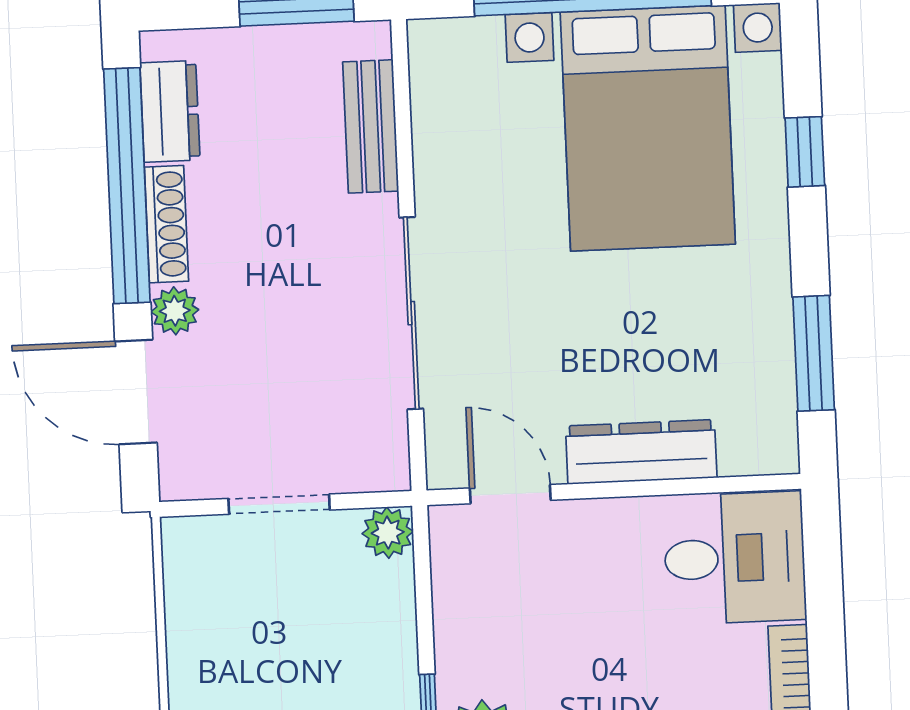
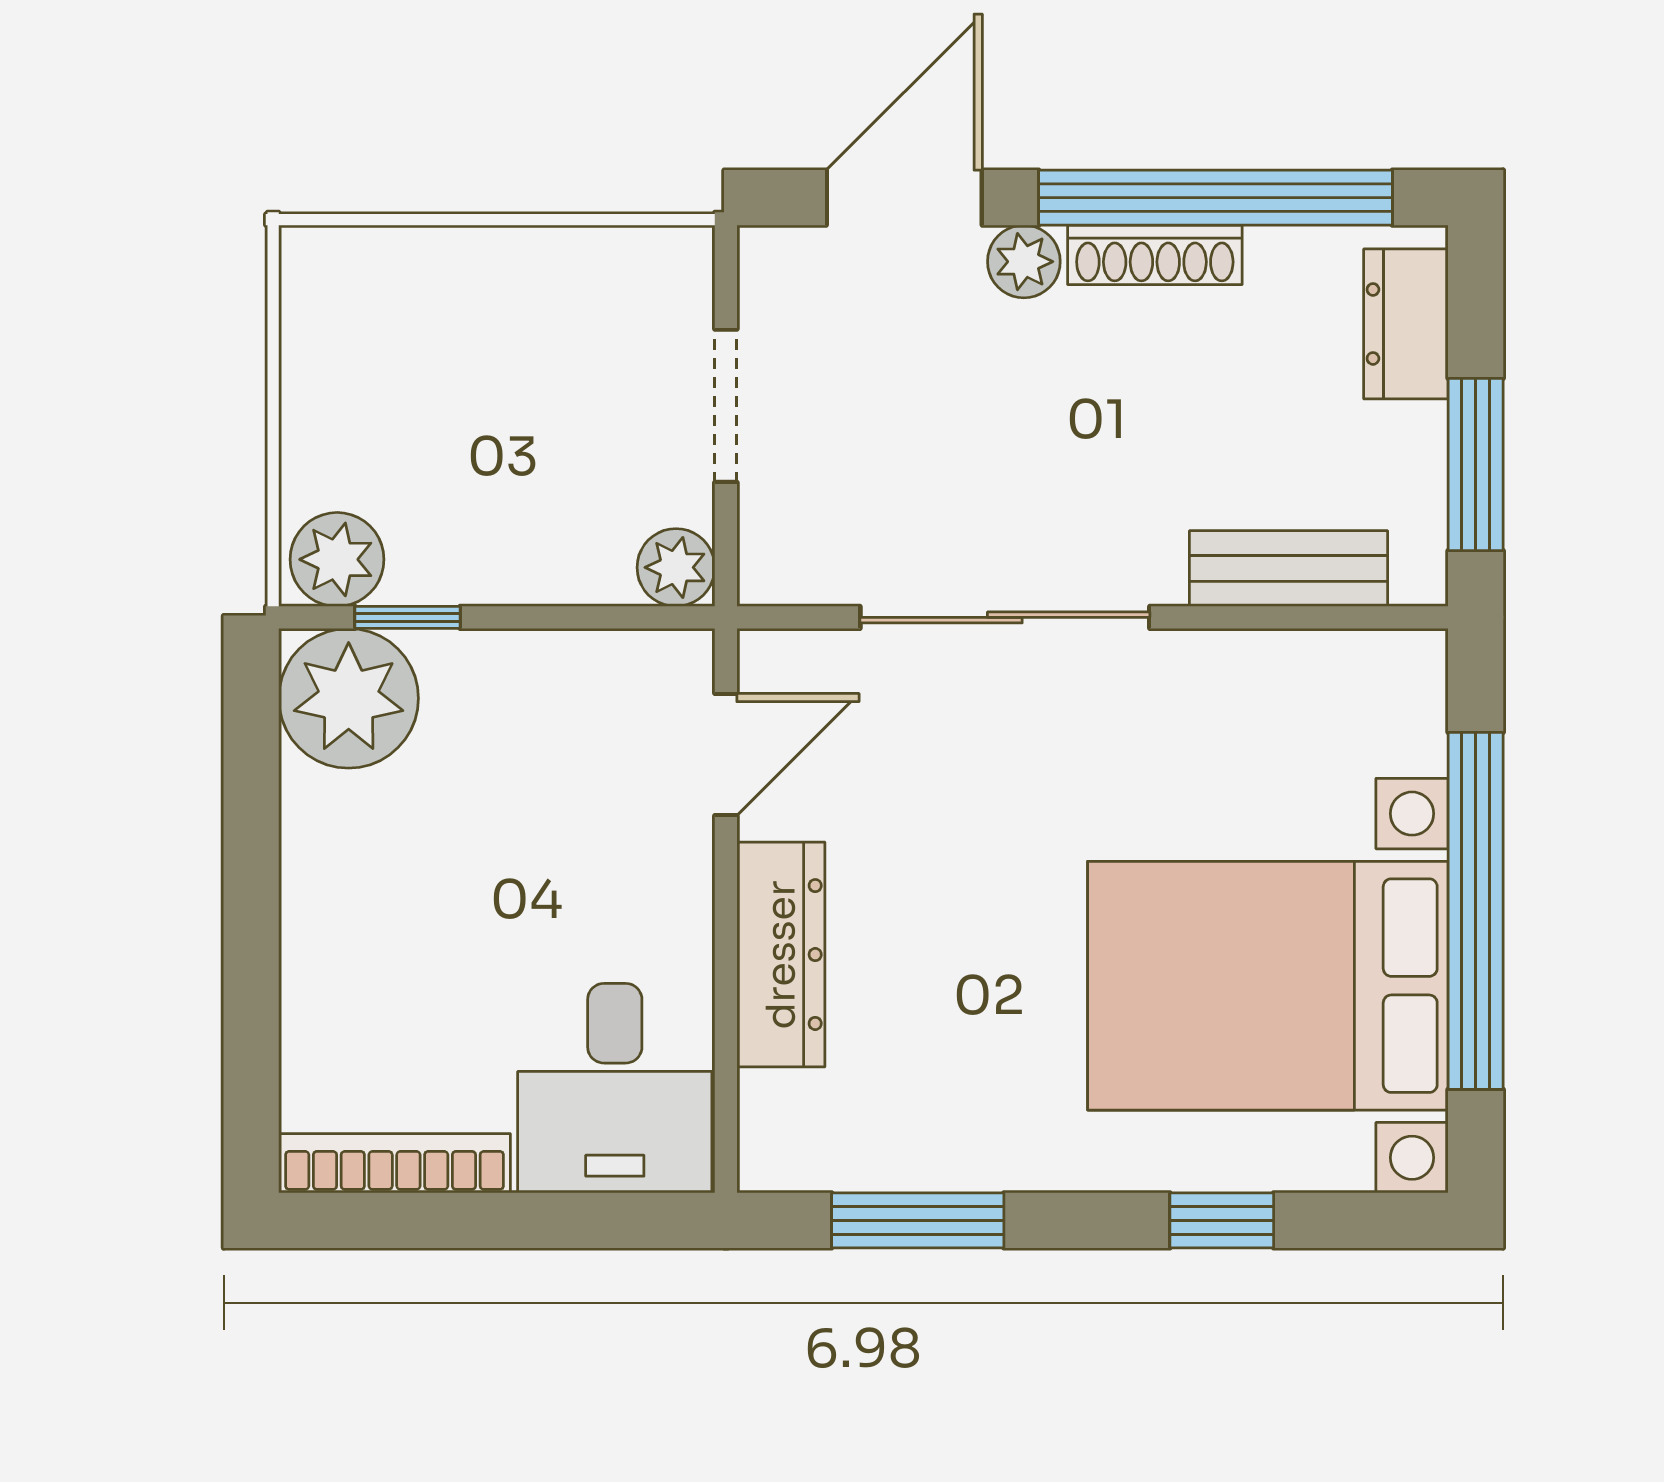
dresser: (170, 111) -> (1406, 324), moved, turned 90

